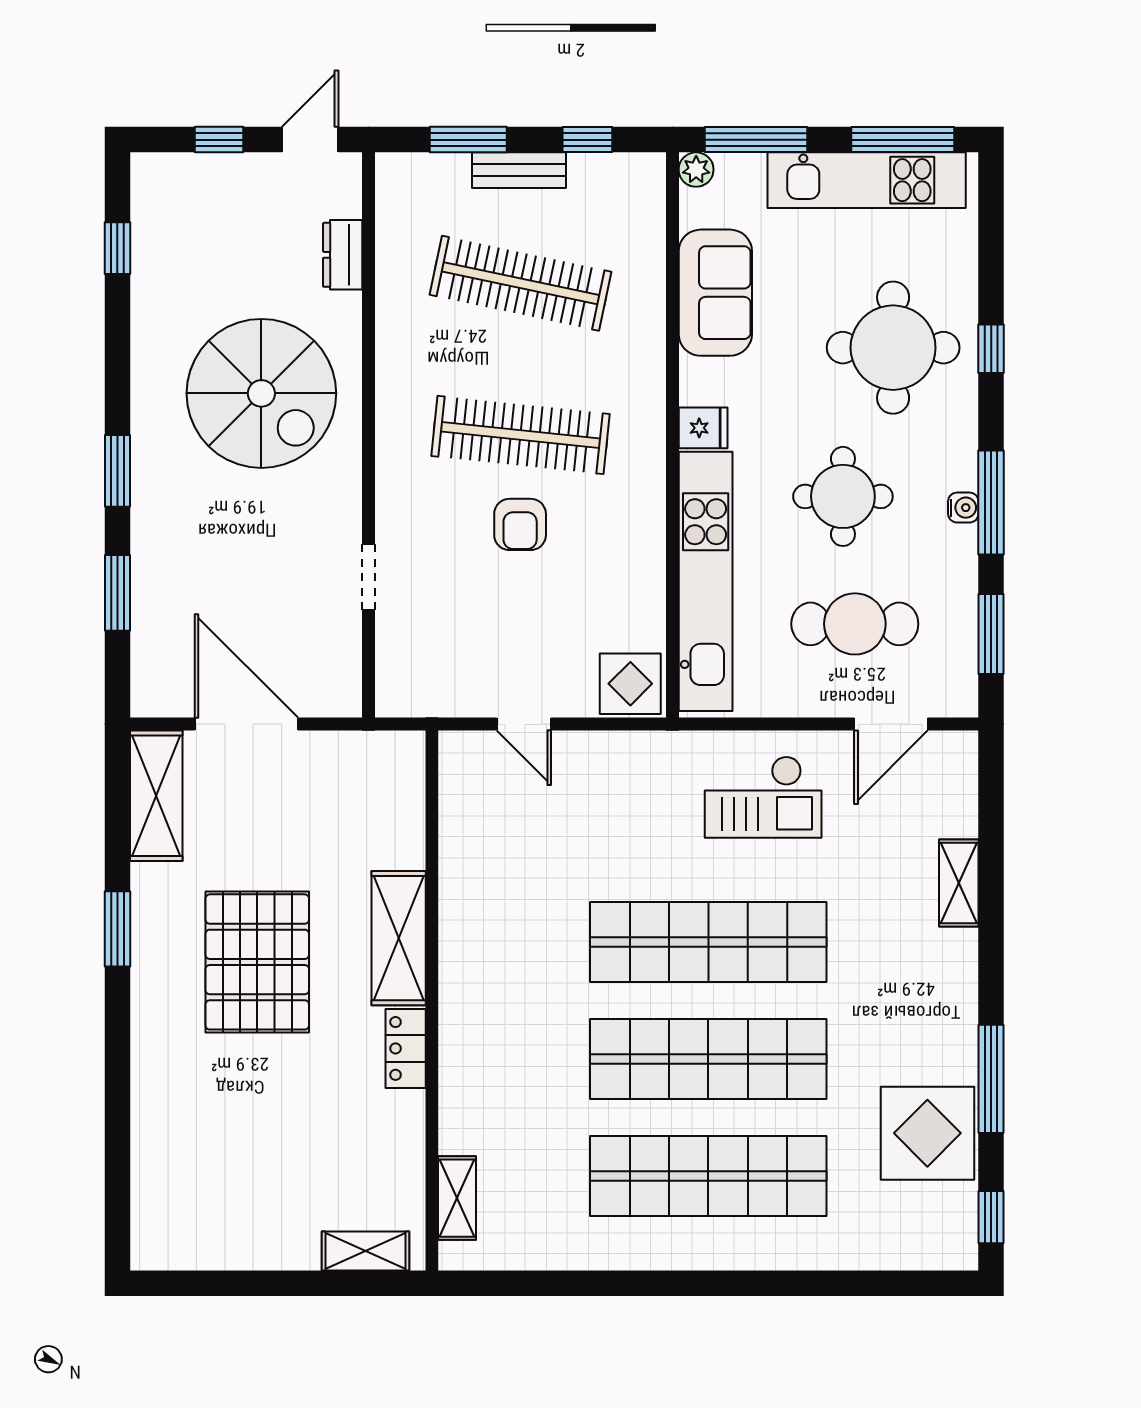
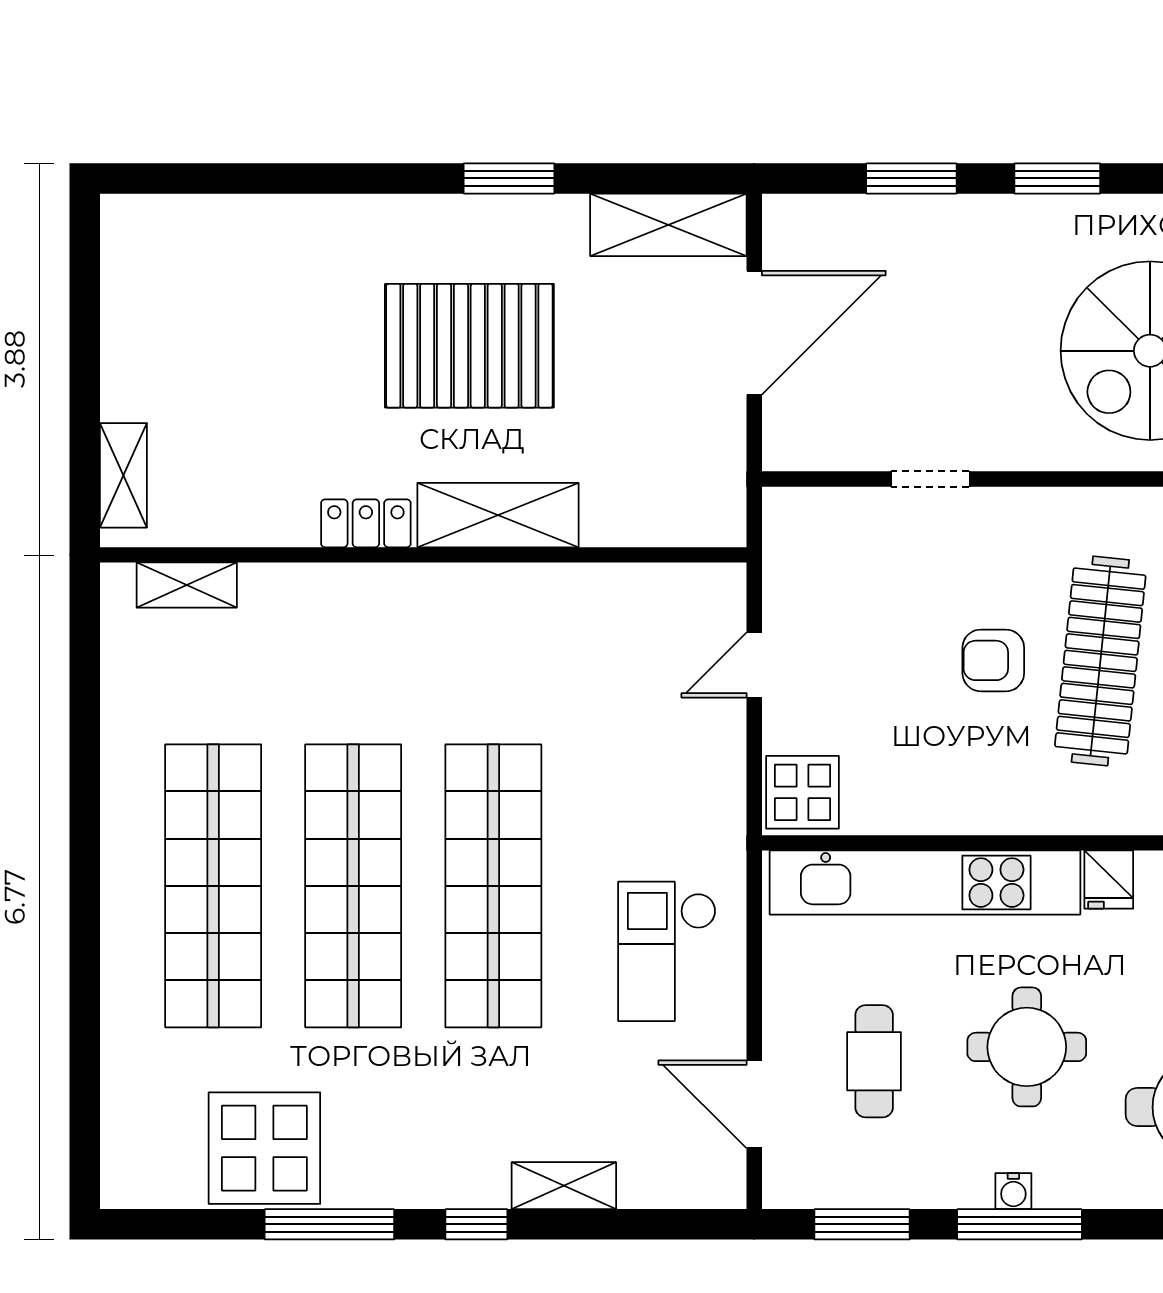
cafe table: (855, 624) -> (874, 1061), width x0.73, depth x0.74
window: (991, 1217) -> (476, 1224), moved

